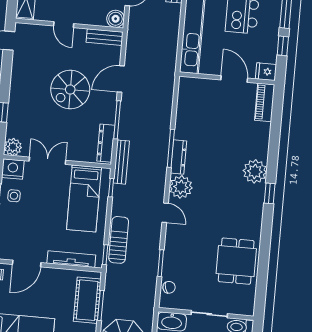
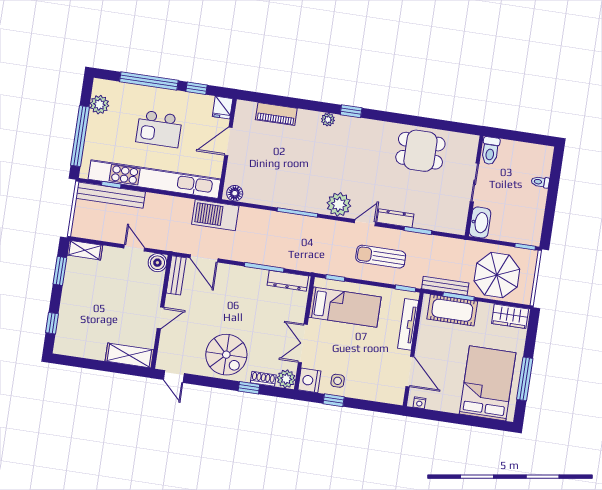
barbecue: (164, 71) -> (215, 215), added
door: (121, 79) -> (204, 258), moved
floor lamp: (186, 88) -> (235, 193), added
spiral stairs: (70, 90) -> (226, 355), moved
piano: (265, 102) -> (276, 114), moved
shoe rack: (12, 125) -> (263, 379), added
dresser: (179, 157) -> (395, 218), moved
bench: (121, 162) -> (445, 286), moved
plant: (255, 171) -> (328, 120), width x0.53, depth x0.53
sun lounger: (119, 240) -> (381, 257), moved
chair: (169, 287) -> (444, 223), removed

